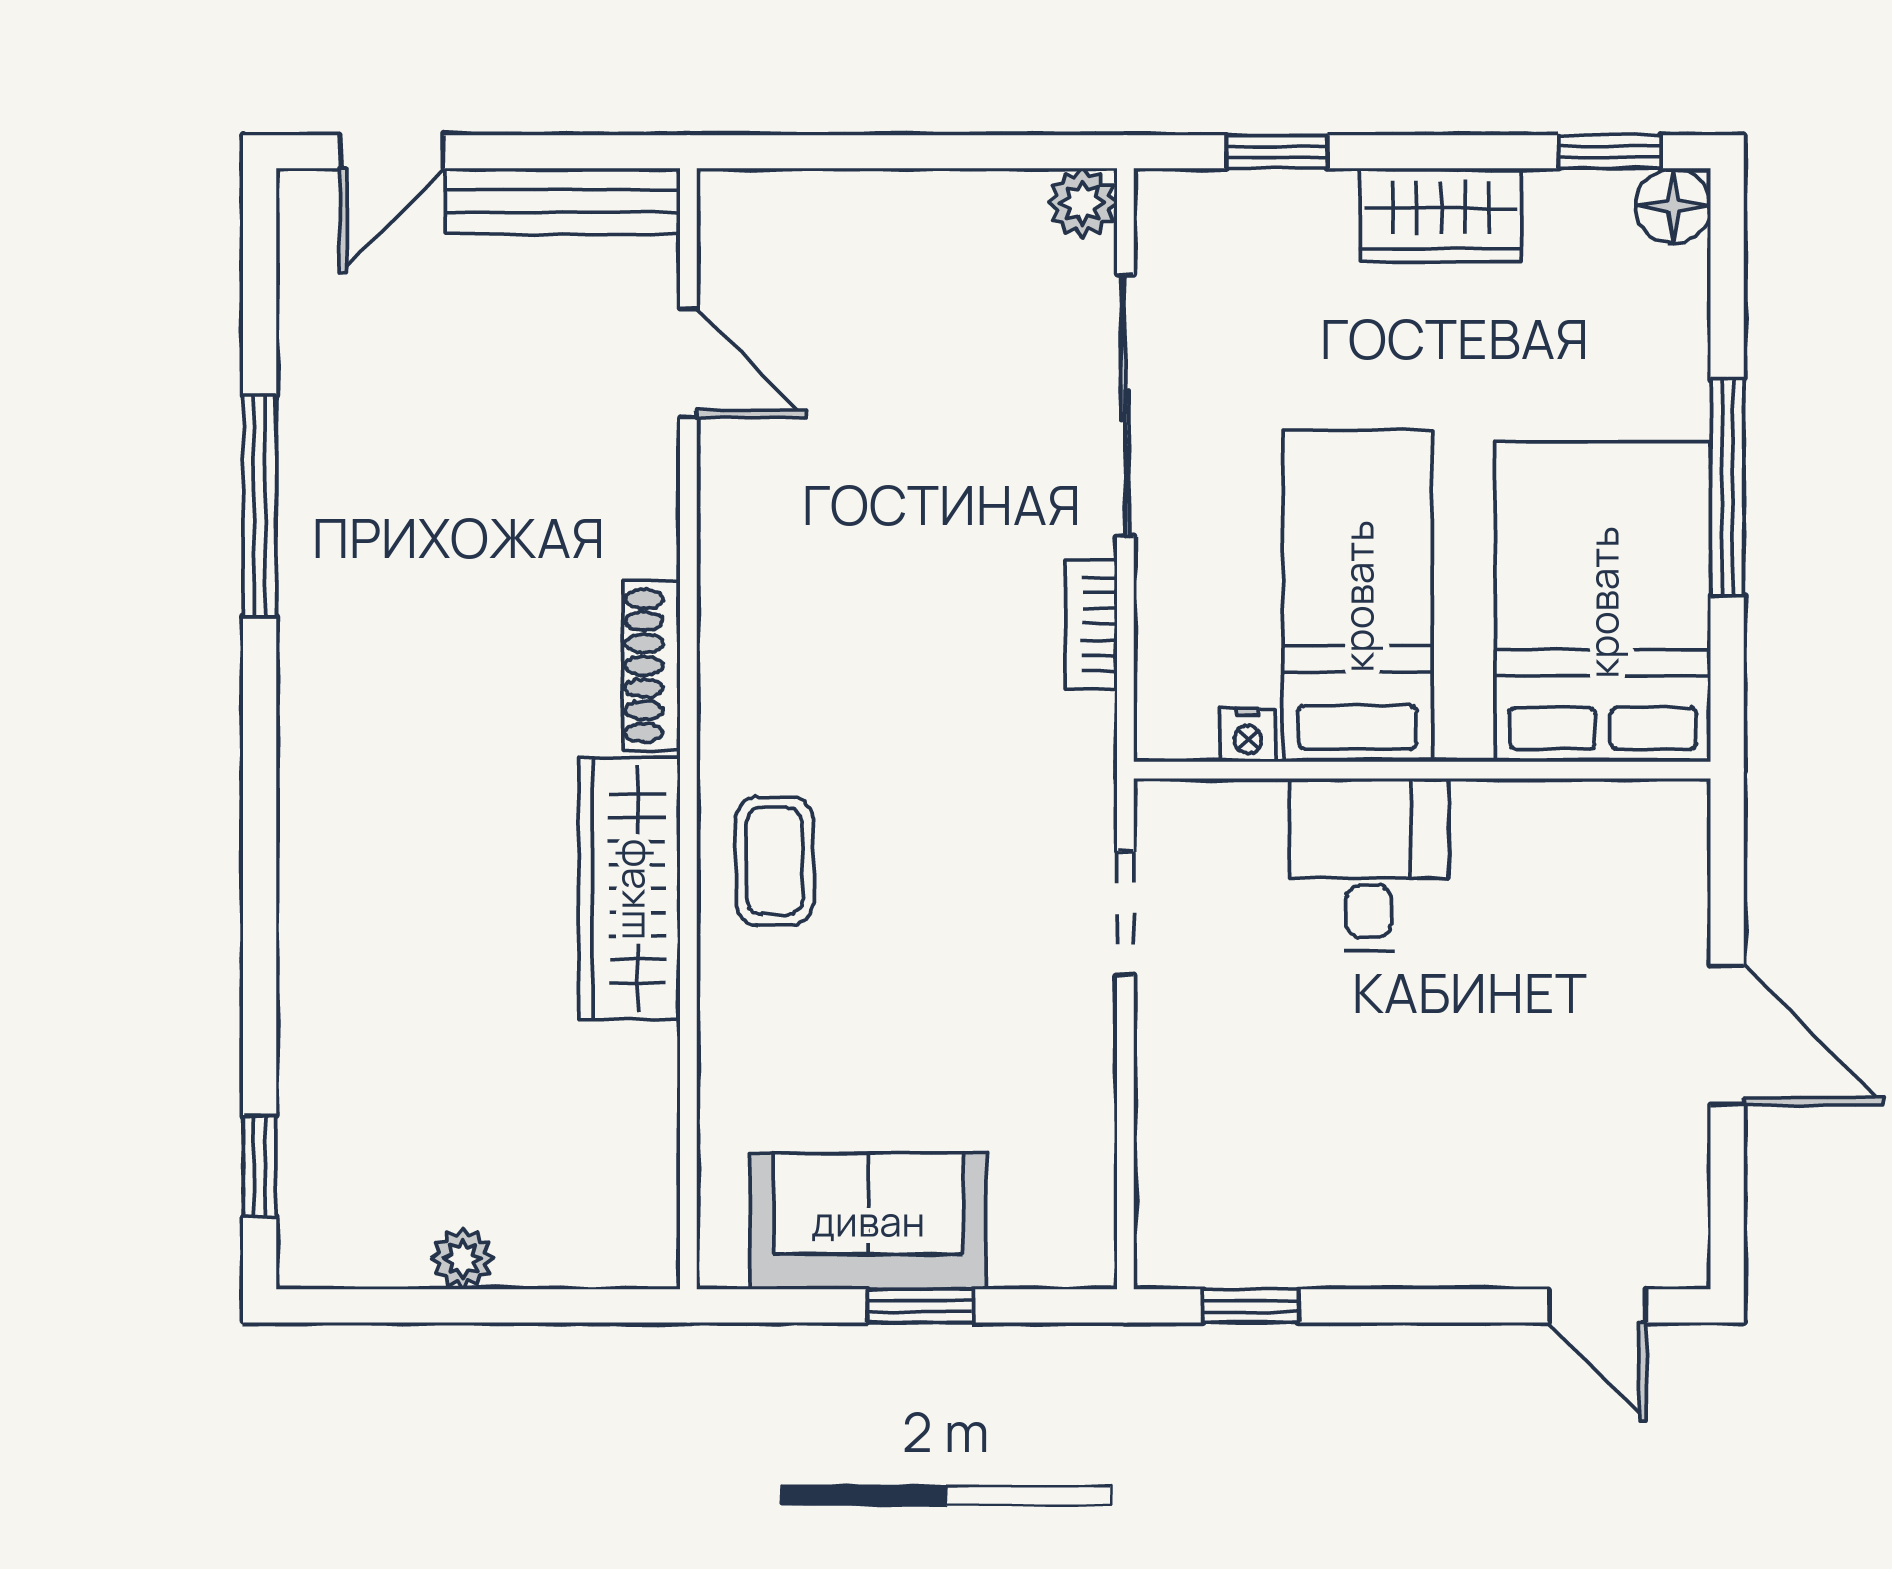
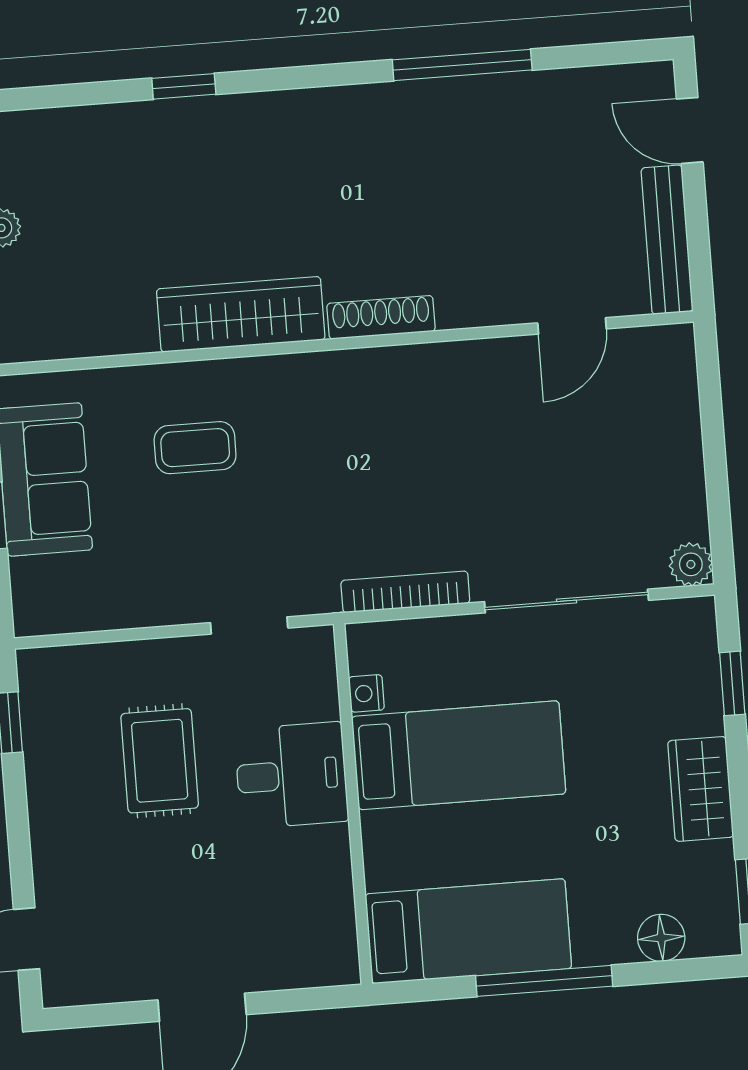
floor lamp: (1673, 206) -> (661, 938), moved
bed: (1603, 602) -> (468, 931), width x0.67
bookcase: (1091, 624) -> (405, 592), width x1.56
coffee table: (775, 861) -> (195, 448), moved
rug: (1330, 1072) -> (160, 761), added
window: (260, 1166) -> (184, 86), moved

